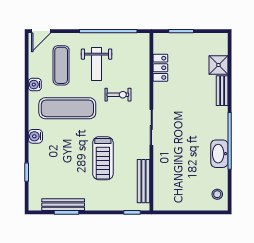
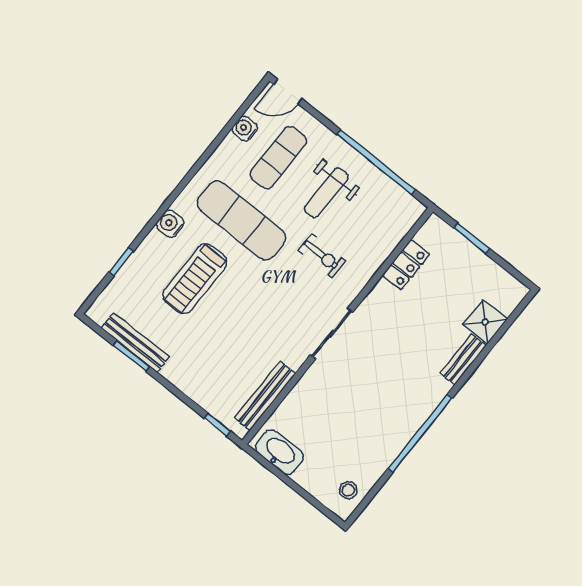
water cooler: (35, 85) -> (245, 129), moved
washbasin: (219, 154) -> (279, 452), moved, turned 90
treadmill: (103, 158) -> (195, 279), moved

